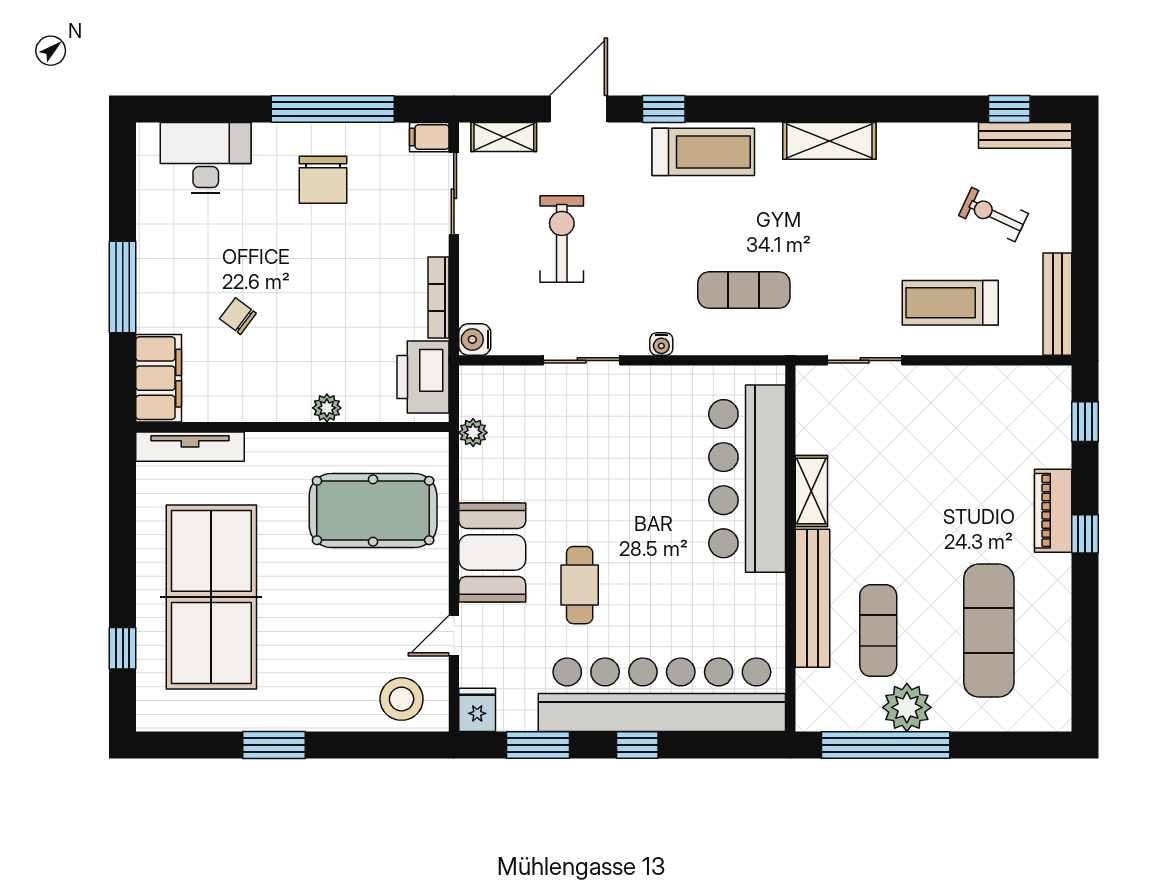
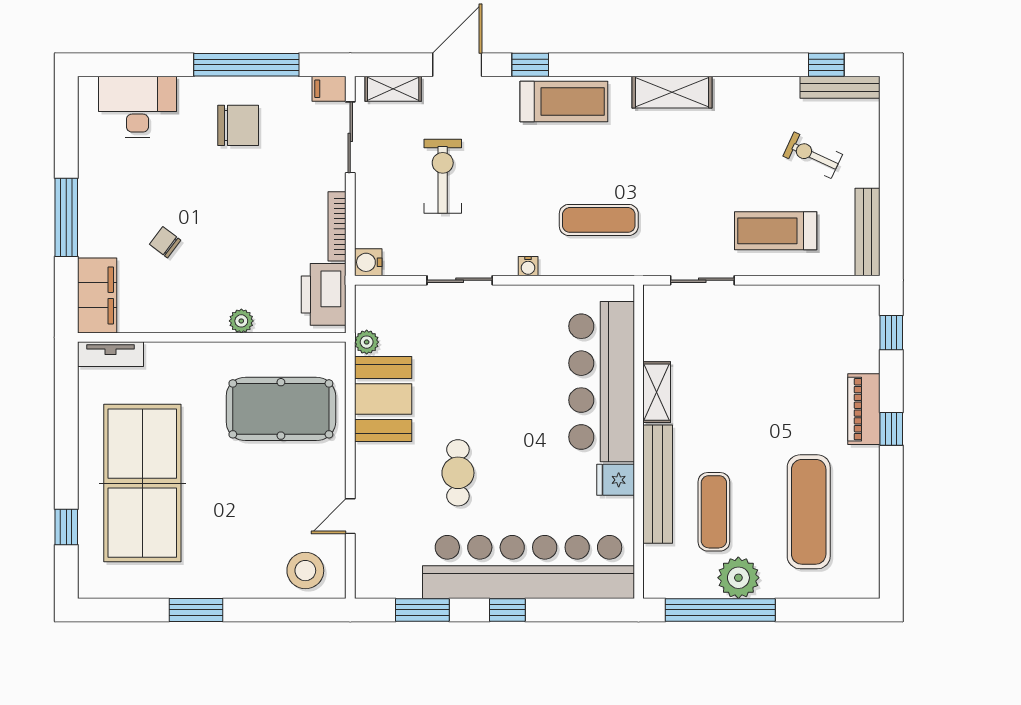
chair: (323, 180) -> (238, 125), turned -90
tv unit: (190, 447) -> (111, 354), width x0.71
booth: (492, 552) -> (383, 399), moved
fridge: (477, 710) -> (616, 480), moved, turned -90

